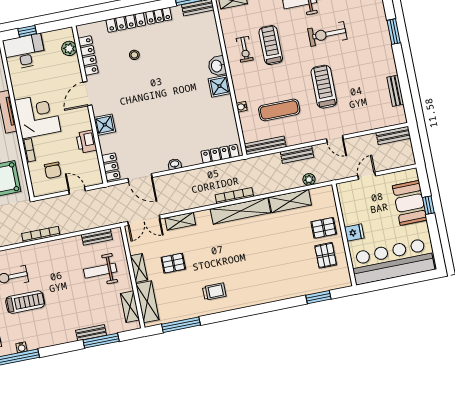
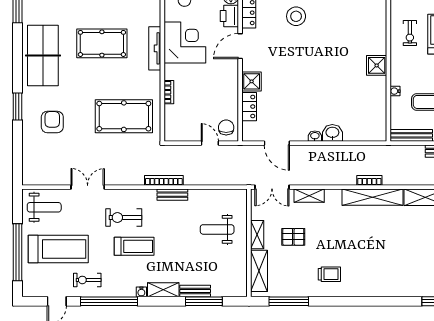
stool: (134, 55) -> (296, 16), width x1.89, depth x1.89
washbasin: (217, 66) -> (332, 133), moved, turned 90
corner desk: (38, 116) -> (185, 42), moved
printer: (86, 142) -> (229, 16), moved
locker: (220, 154) -> (363, 135), removed
locker: (111, 167) -> (249, 107), moved
chair: (53, 170) -> (226, 127), moved, turned 180
bookcase: (234, 196) -> (369, 180), width x0.64
bench: (97, 237) -> (172, 195), moved
shelving: (130, 307) -> (163, 290), moved, turned 90
water cooler: (21, 347) -> (141, 292), moved

